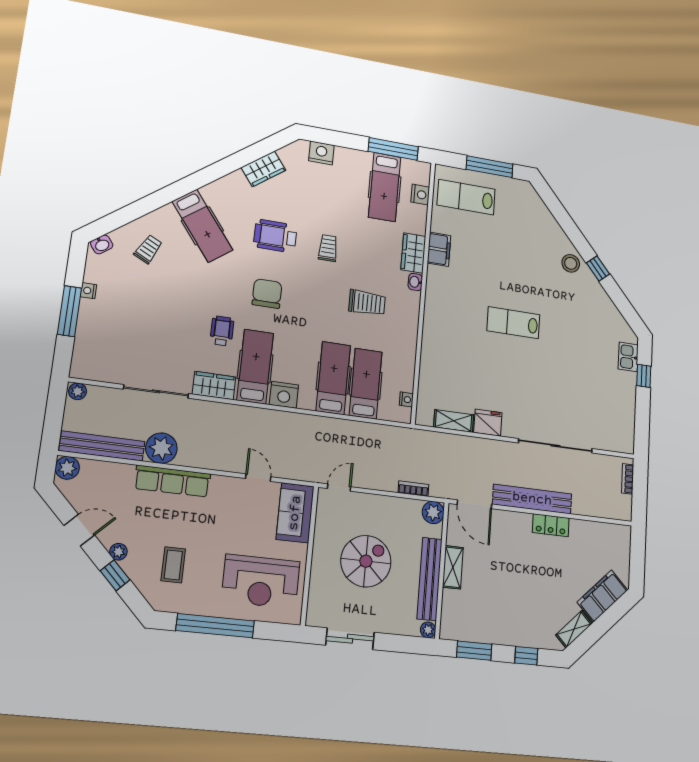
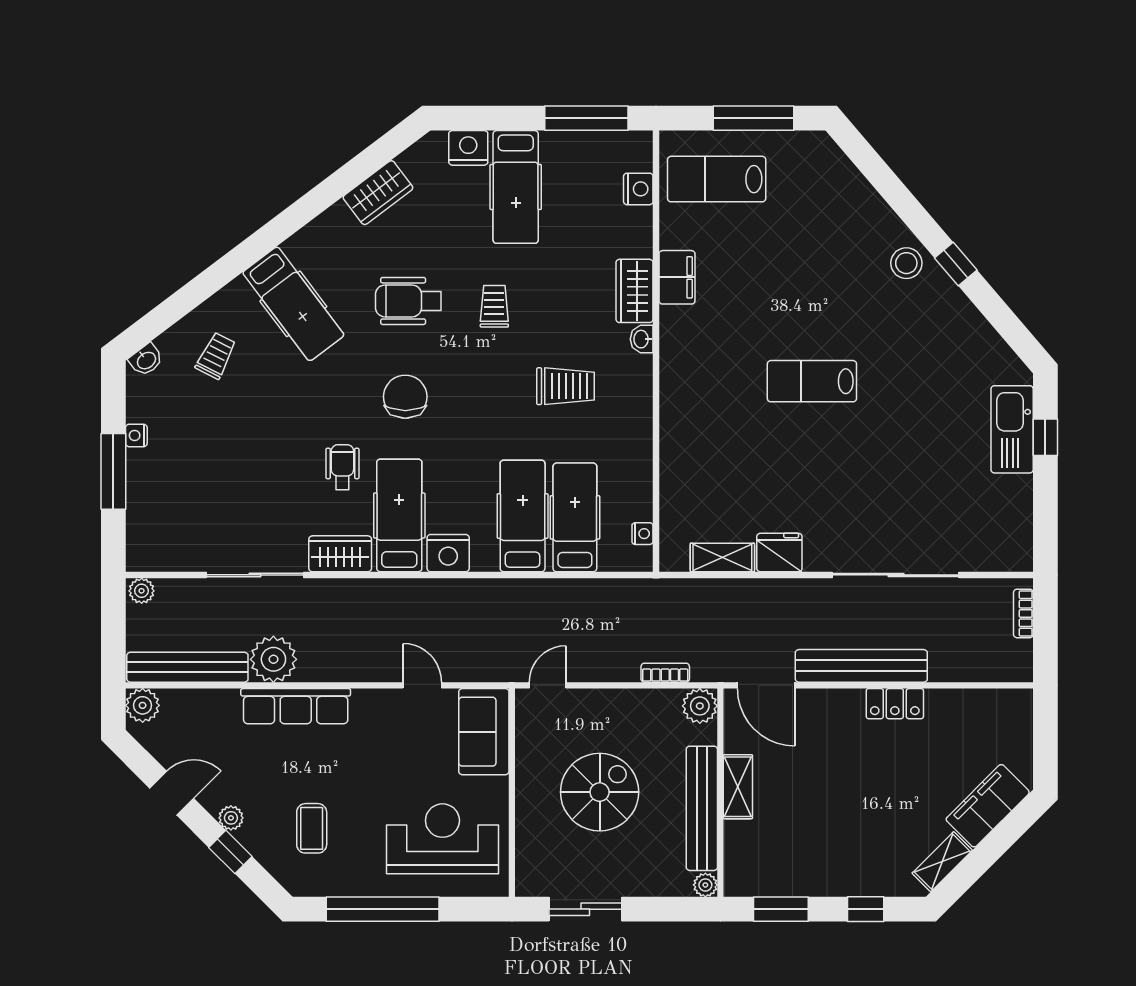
hospital bed: (385, 187) -> (516, 187), moved
kitchen sink: (628, 357) -> (1012, 429), width x1.88, depth x1.24
reception desk: (261, 581) -> (442, 839), turned 180

